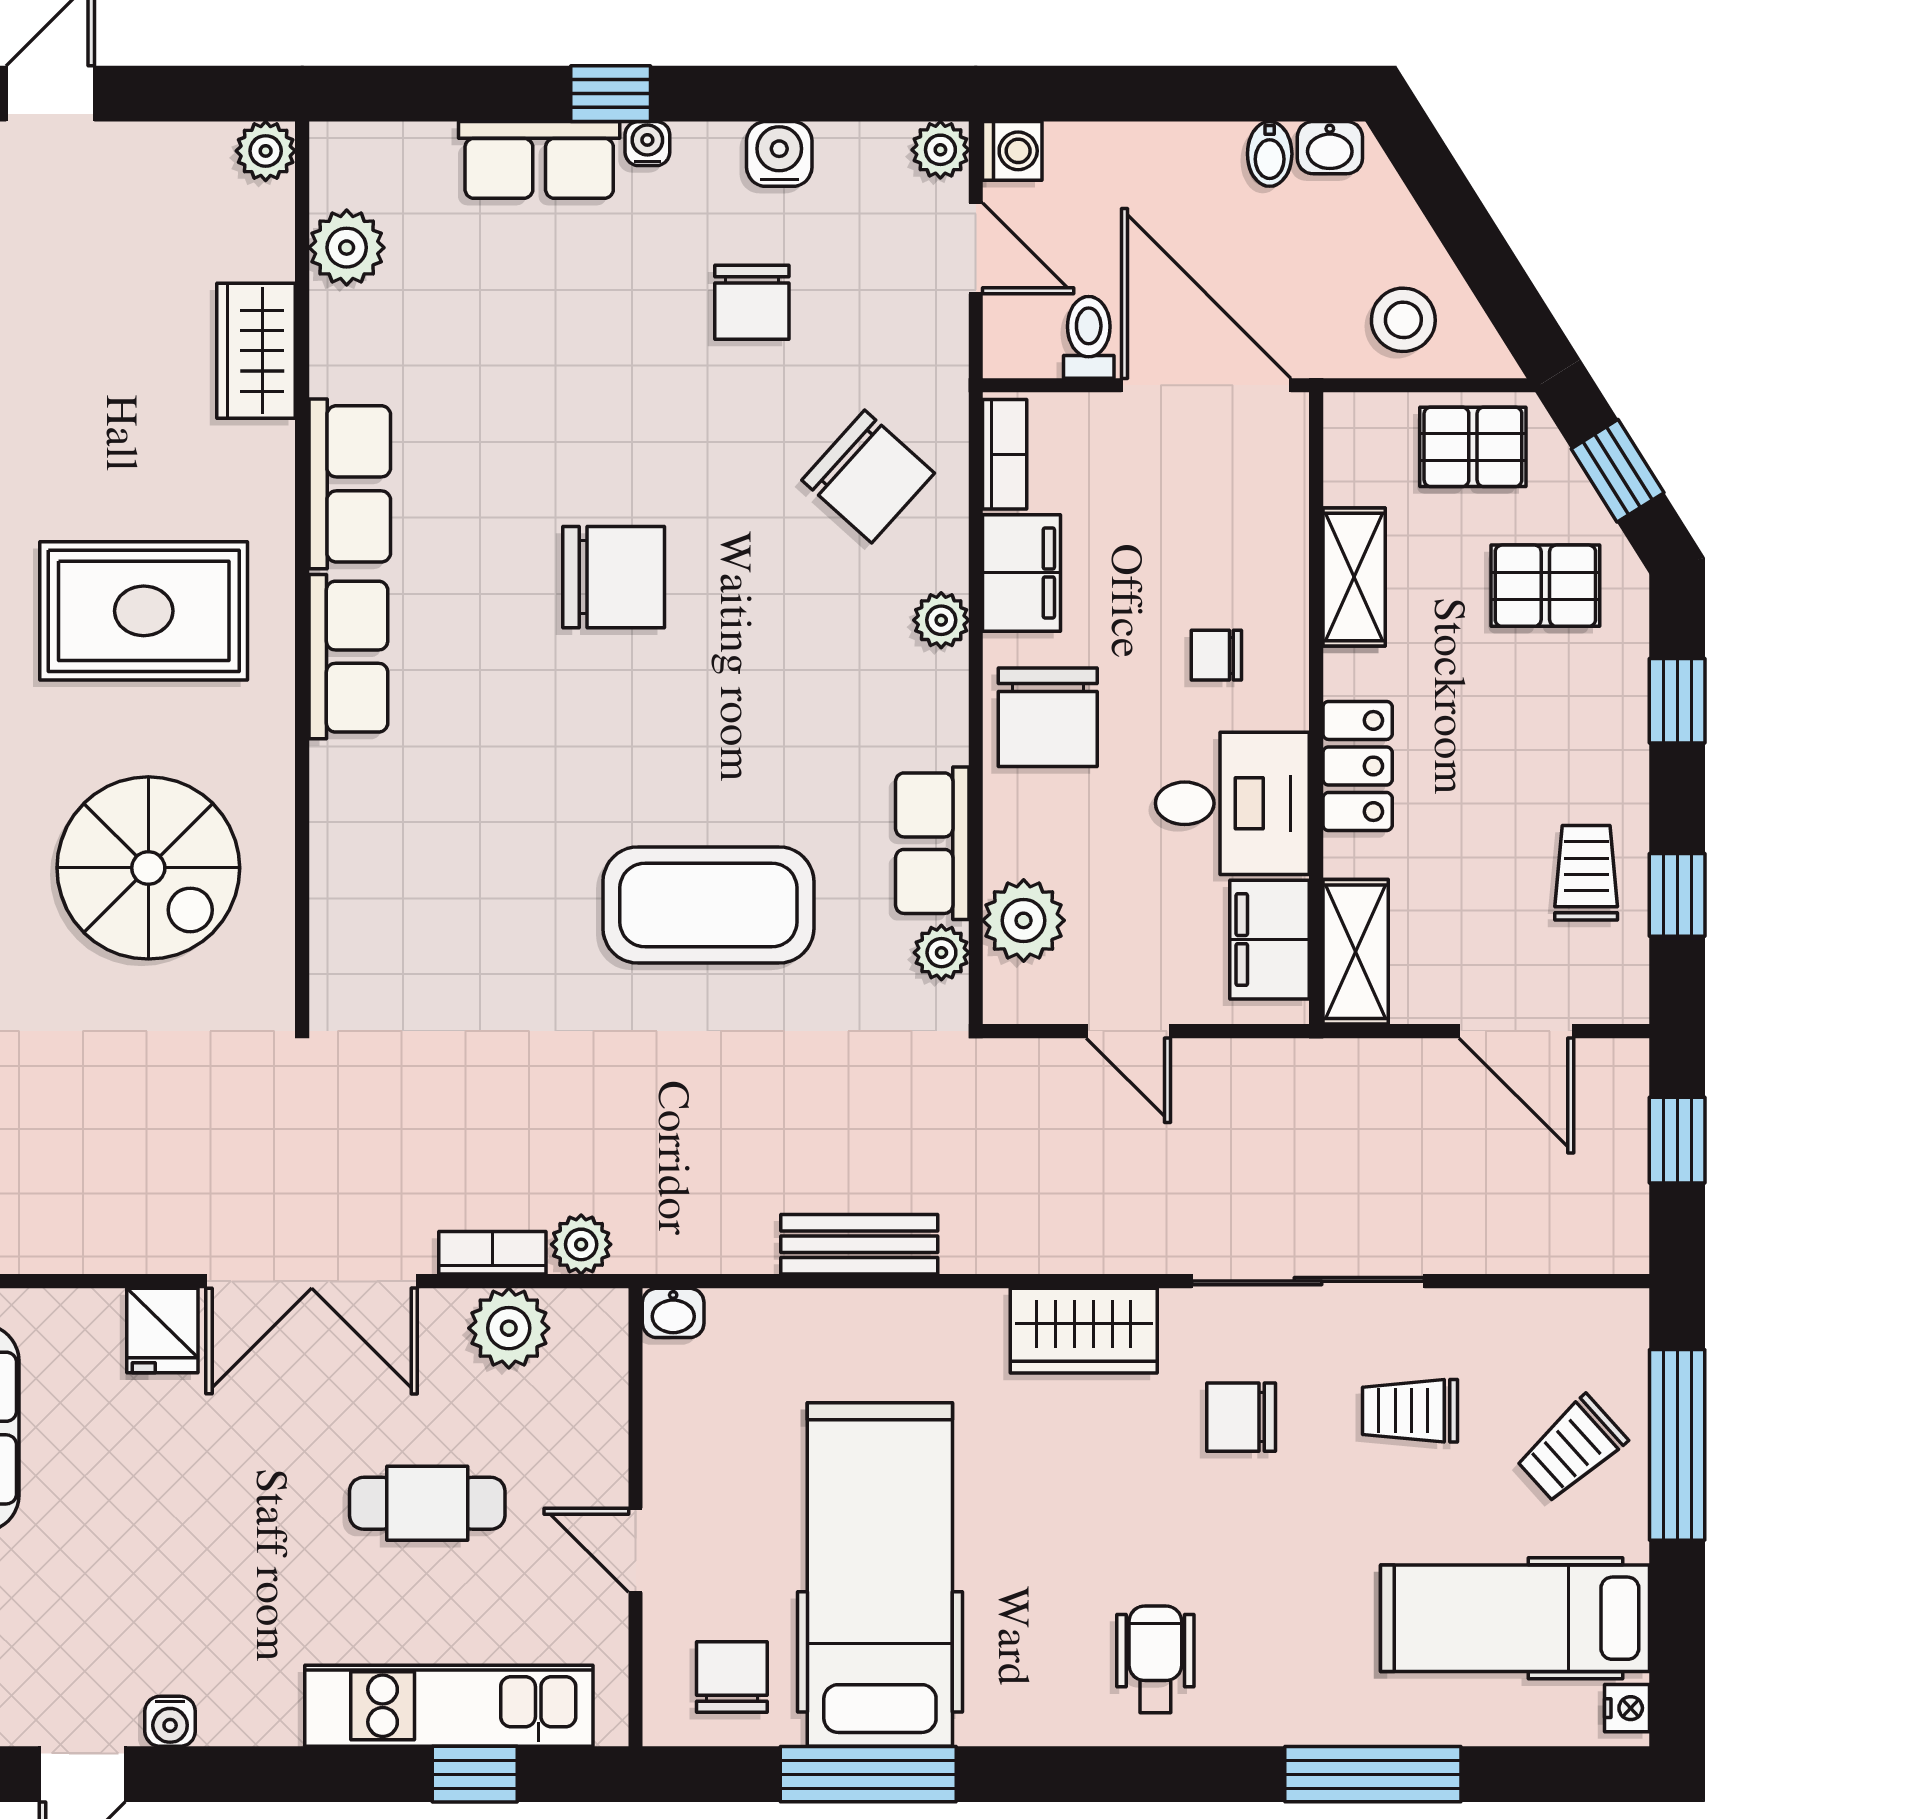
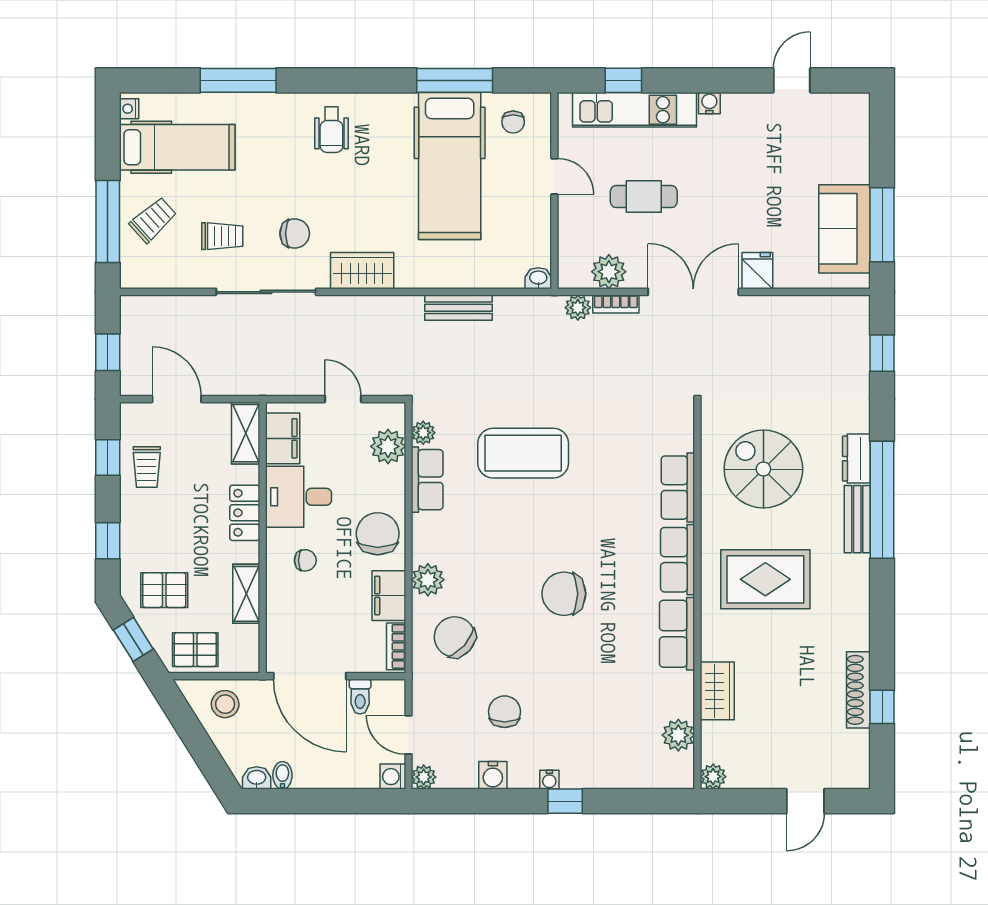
row of seats: (539, 160) -> (678, 488), moved, turned -90
plant: (941, 620) -> (428, 580), width x1.38, depth x1.38
chair: (732, 1677) -> (513, 122), width x0.73, depth x0.73
water cooler: (170, 1721) -> (709, 103), moved

